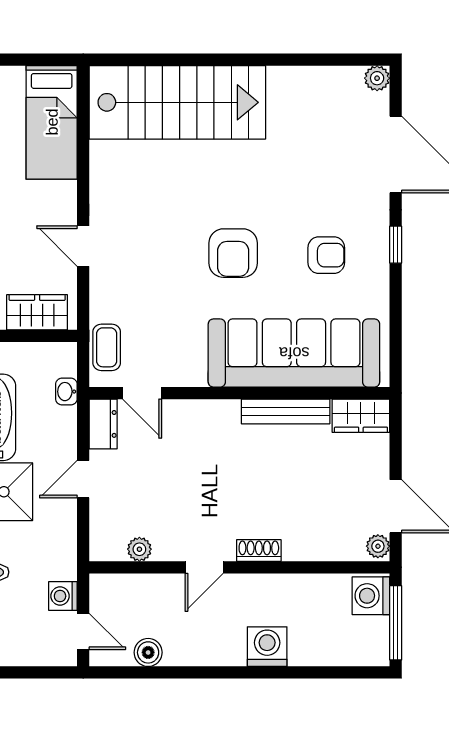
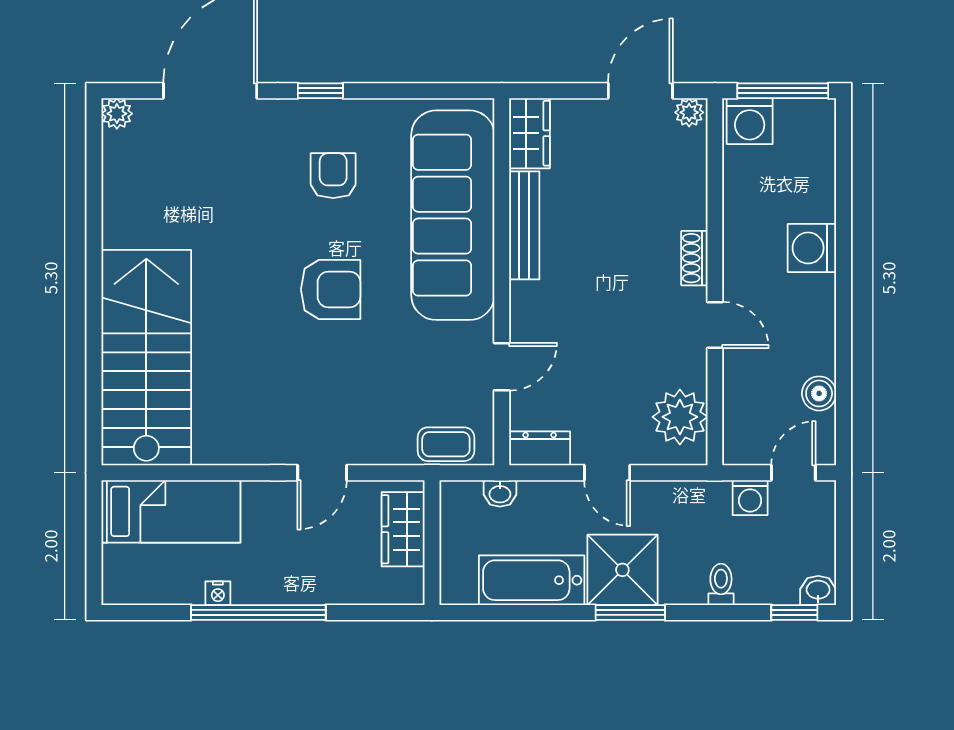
door: (142, 393) -> (502, 367), moved
plant: (139, 549) -> (680, 417), width x1.88, depth x1.88

